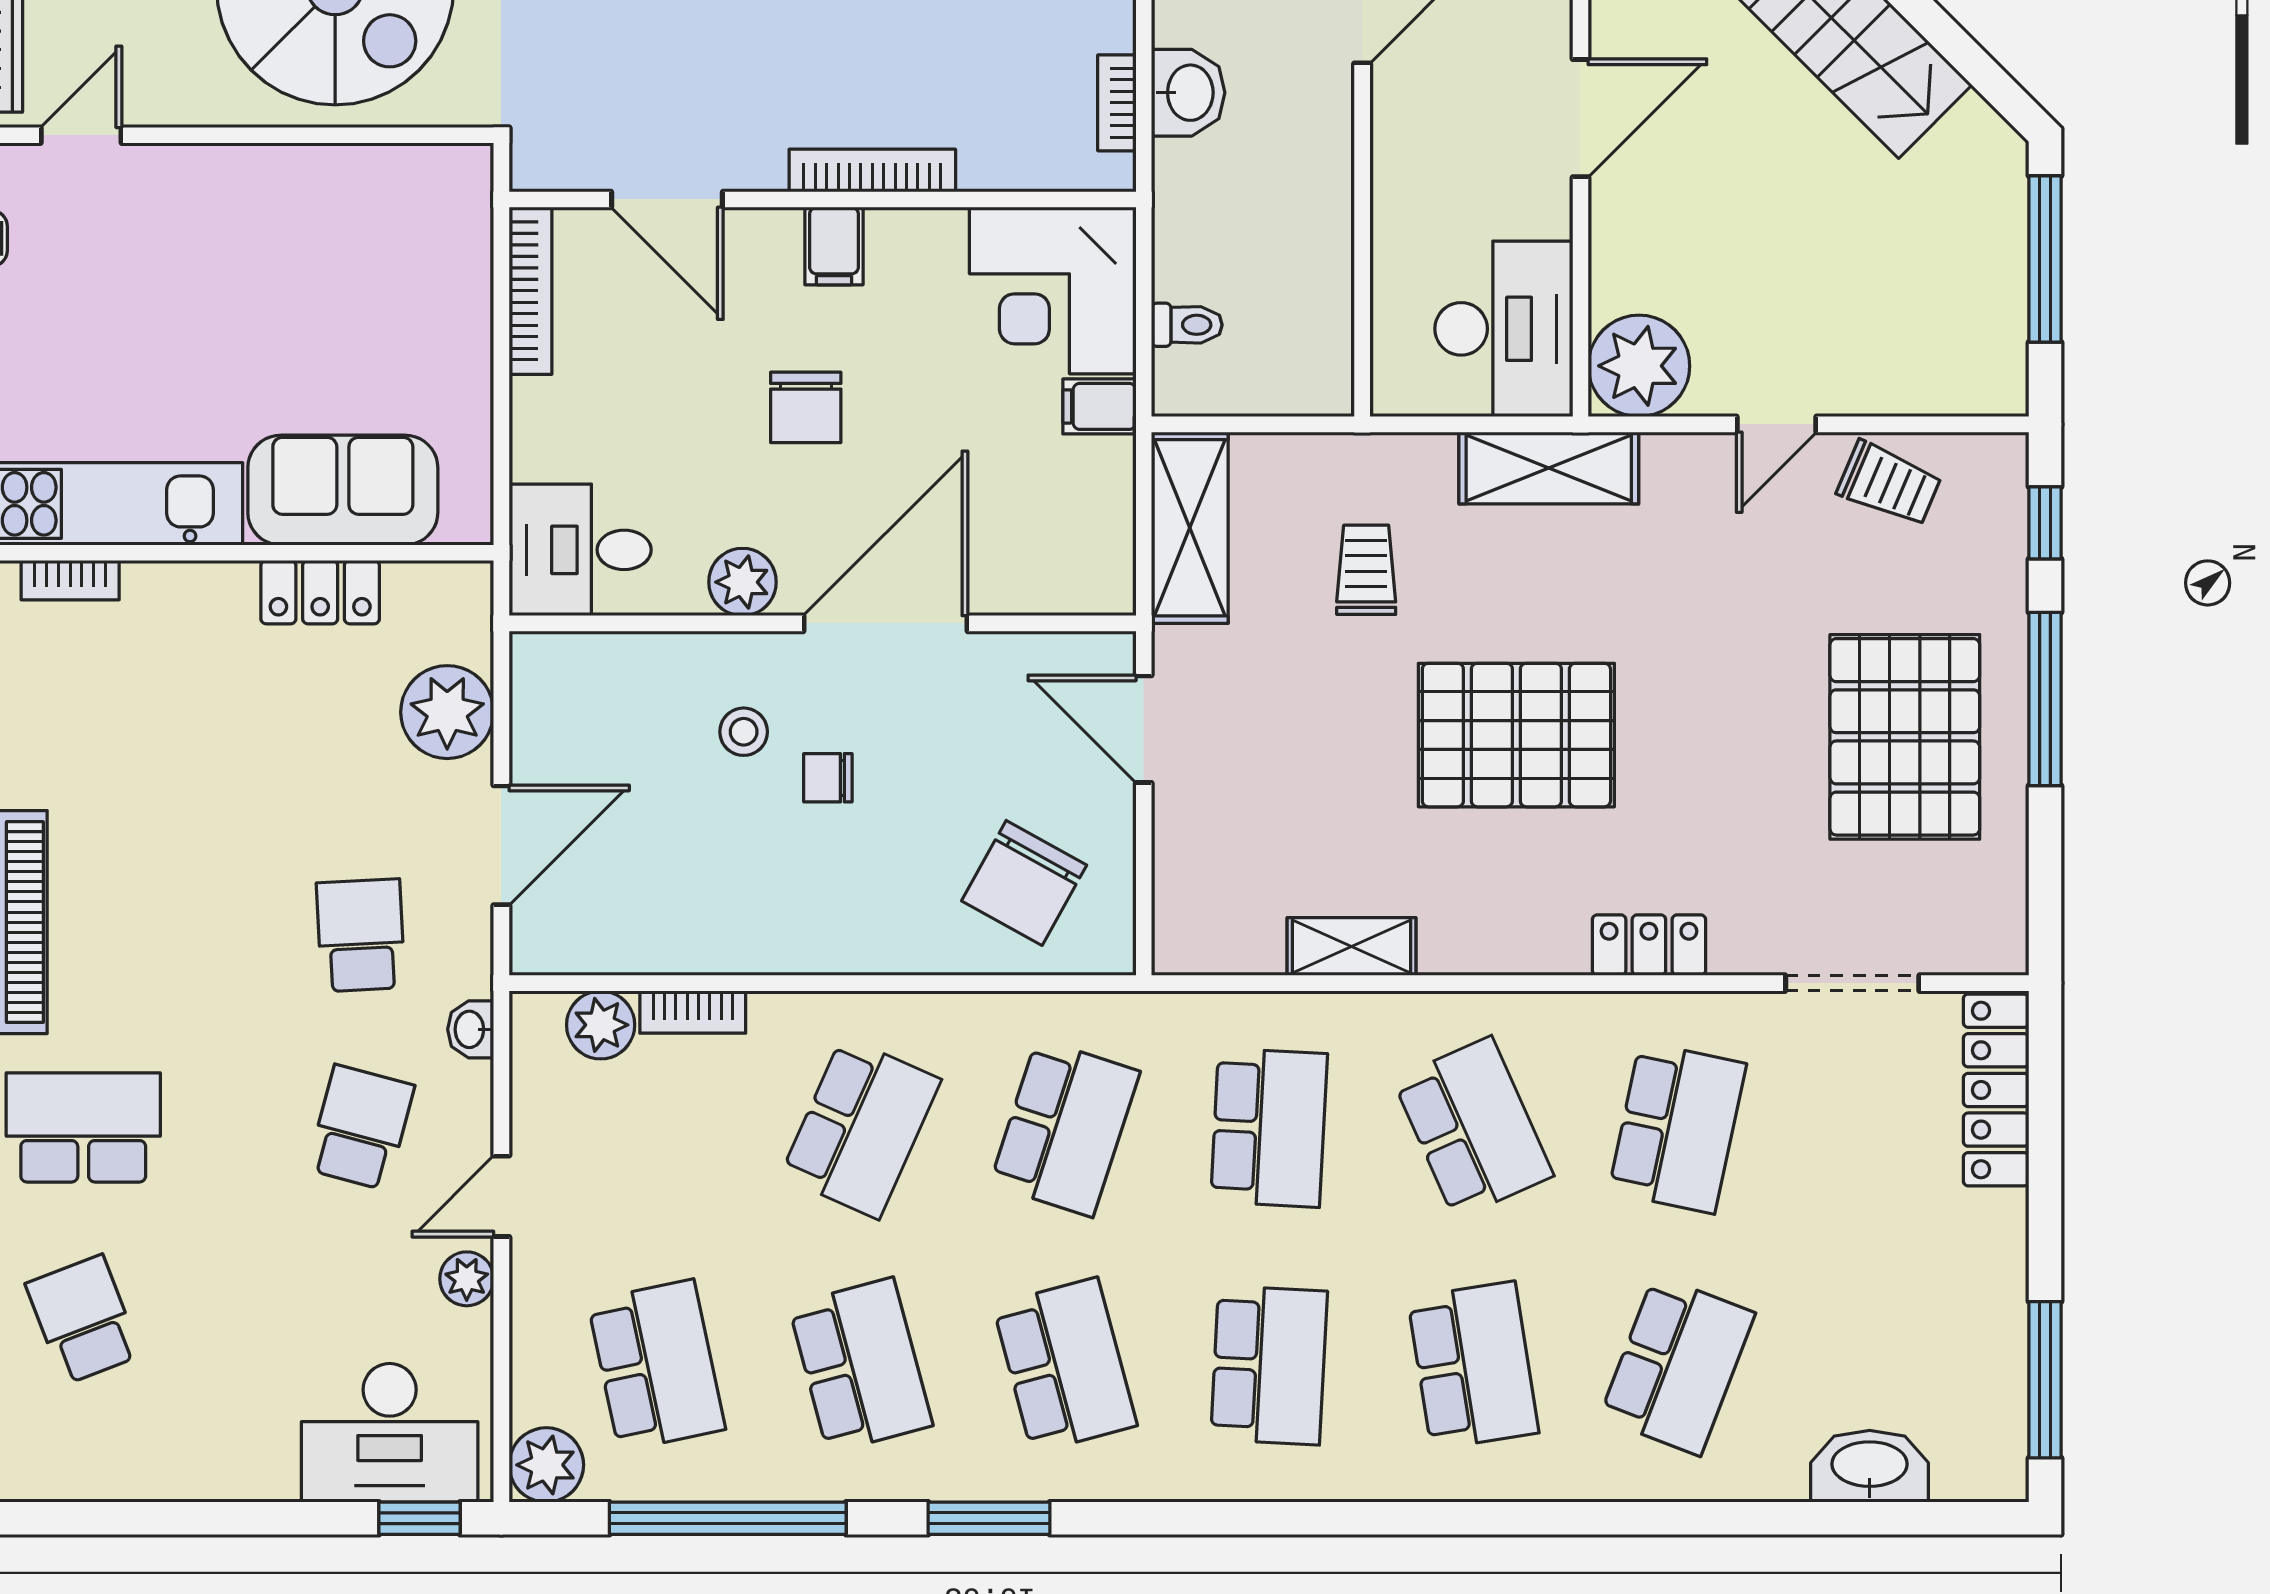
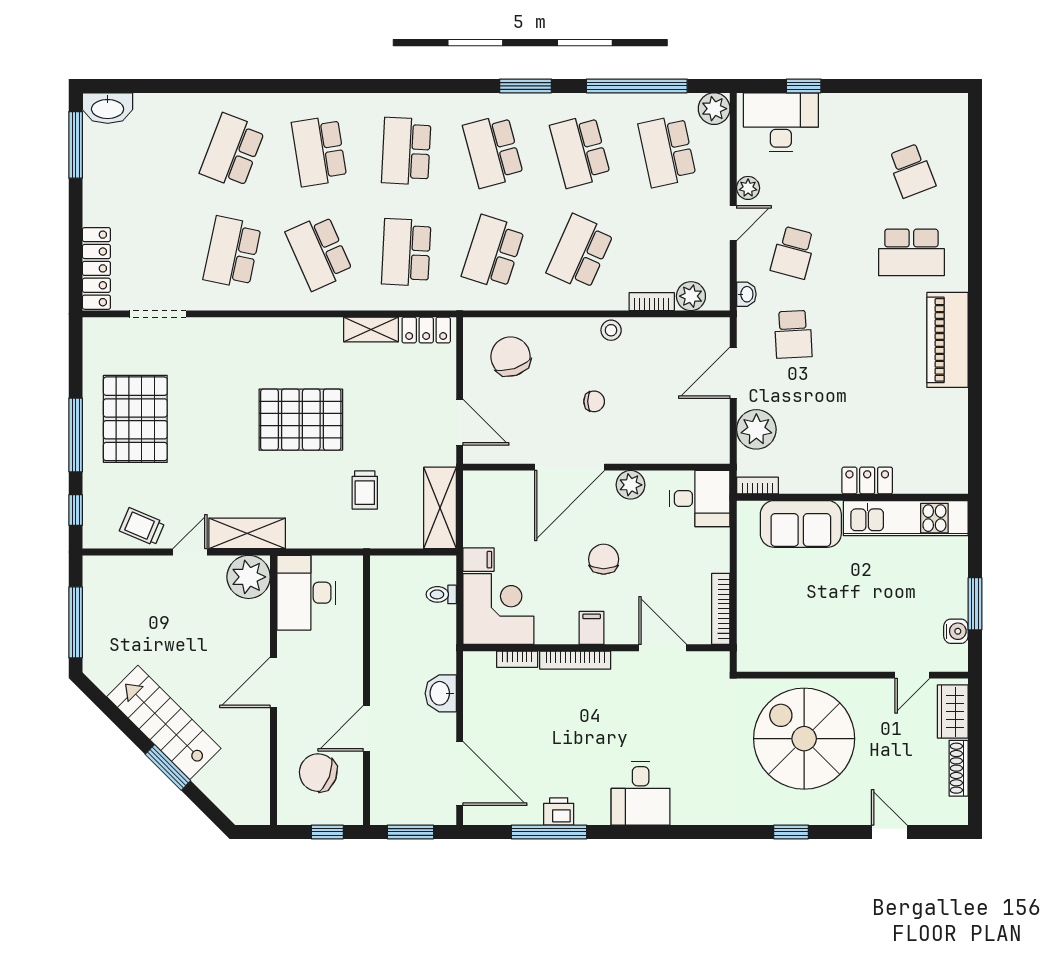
bookcase: (1117, 103) -> (517, 659), moved, turned 90
shelving: (1549, 468) -> (247, 533), moved
bookcase: (70, 580) -> (757, 486), moved
locker: (320, 592) -> (867, 480), moved
stool: (744, 732) -> (611, 330), moved
chair: (1024, 883) -> (511, 357), turned -47
locker: (1649, 945) -> (426, 330), moved
washbasin: (1870, 1466) -> (108, 108), moved
window: (420, 1518) -> (804, 86), moved

